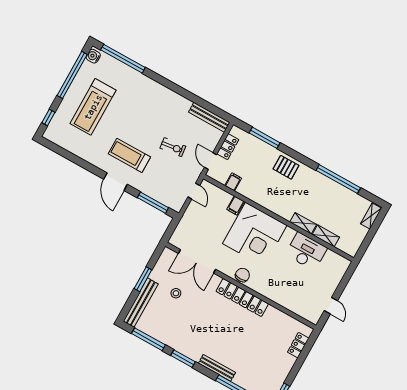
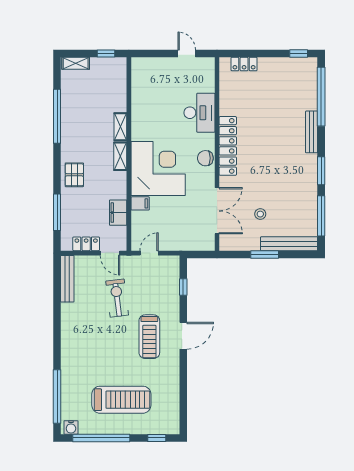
exercise bike: (173, 147) -> (117, 298), width x1.38, depth x1.39
door: (210, 161) -> (110, 253), hinge flipped
filing cabinet: (233, 182) -> (118, 213), width x2.00
window: (153, 203) -> (183, 287), width x0.46
shelving: (326, 236) -> (120, 156), moved
window: (366, 244) -> (106, 53), added
desk: (306, 251) -> (199, 113), moved, turned 180
door: (331, 306) -> (187, 53), hinge flipped

